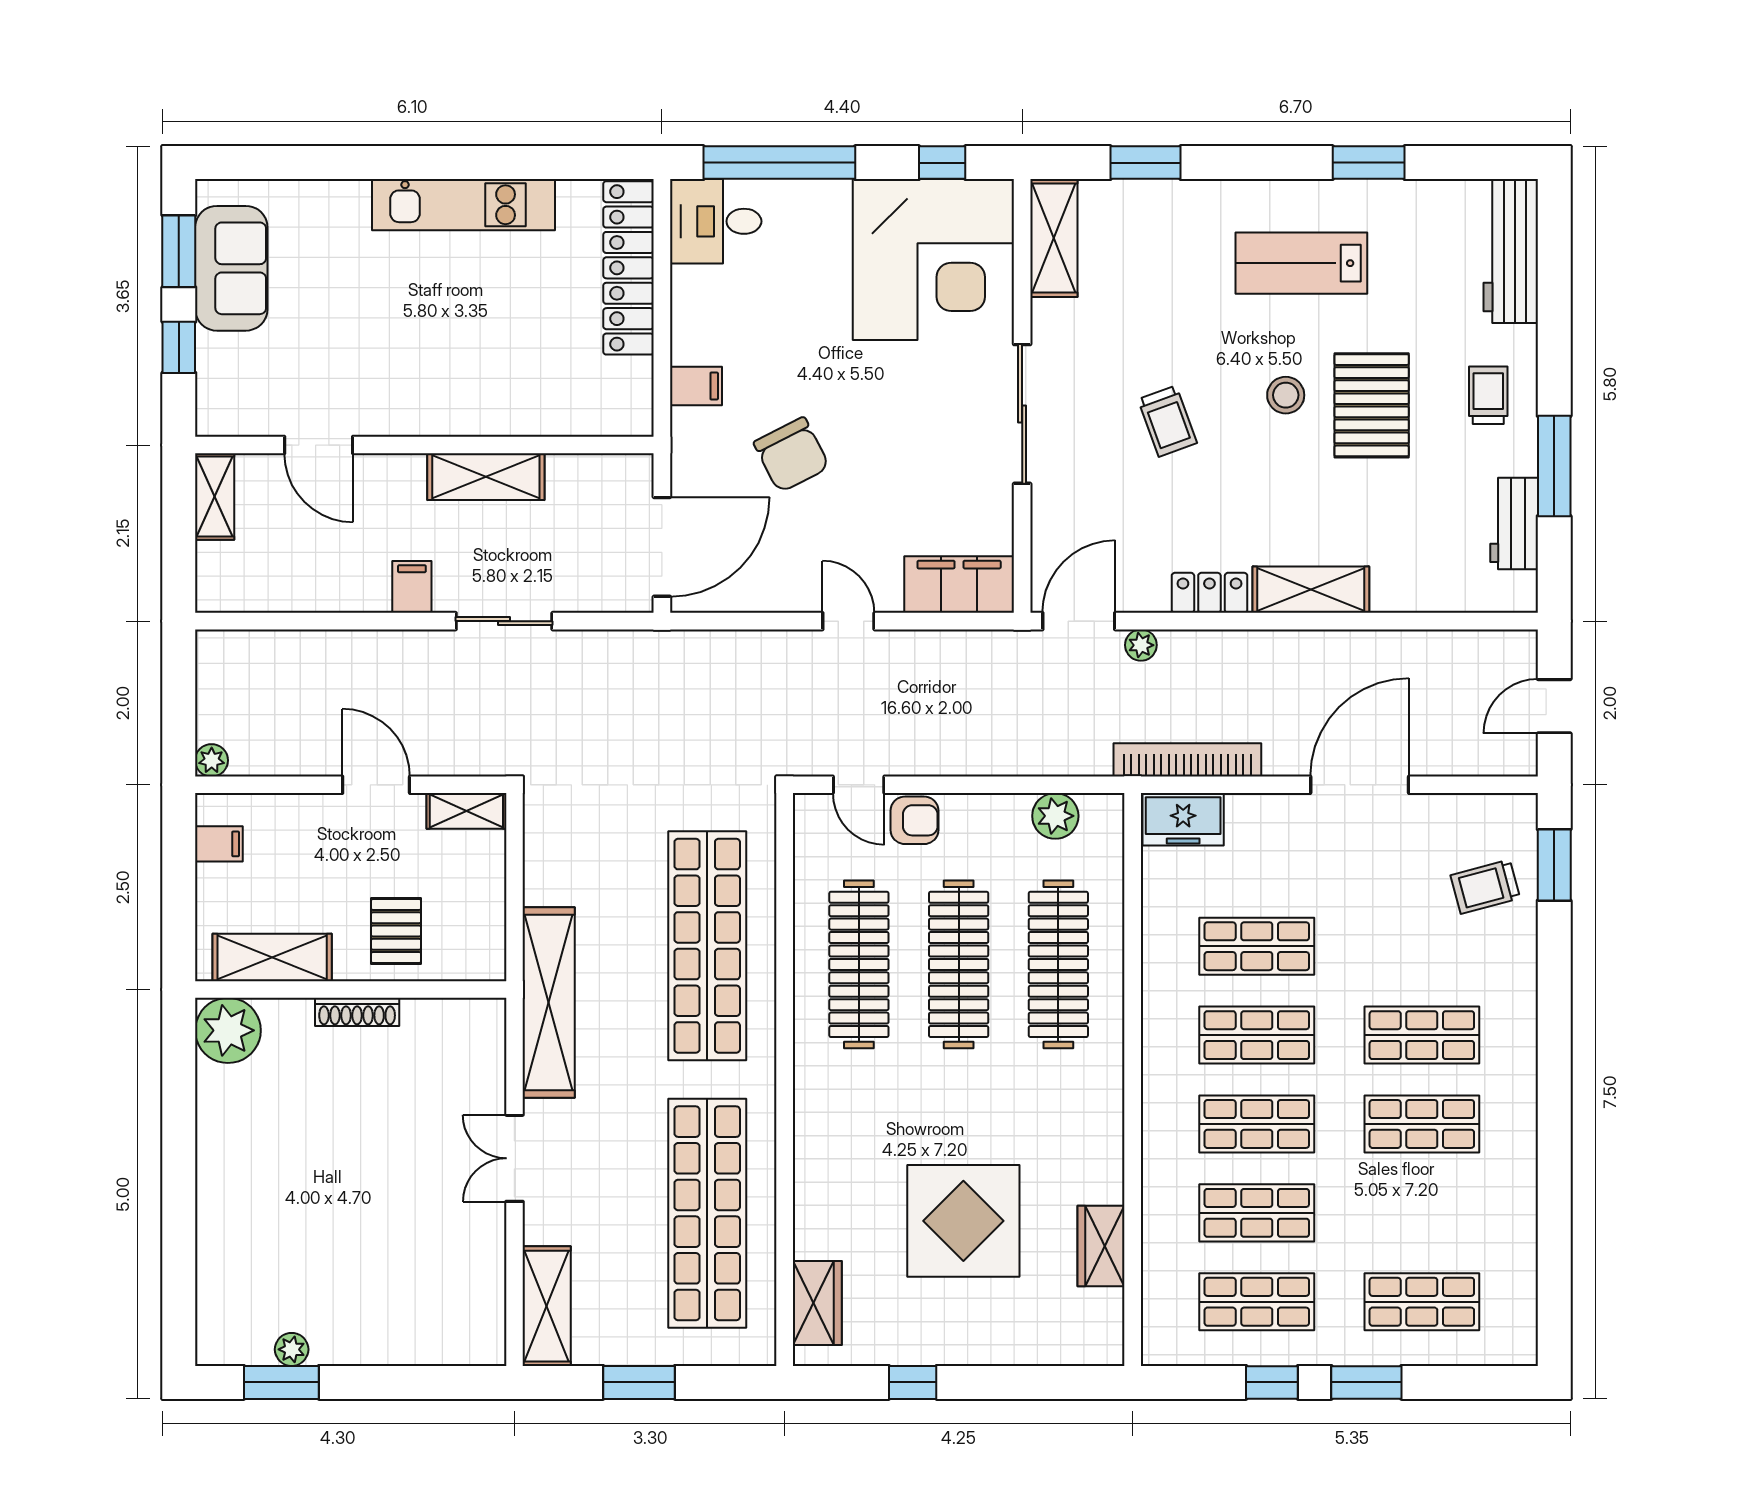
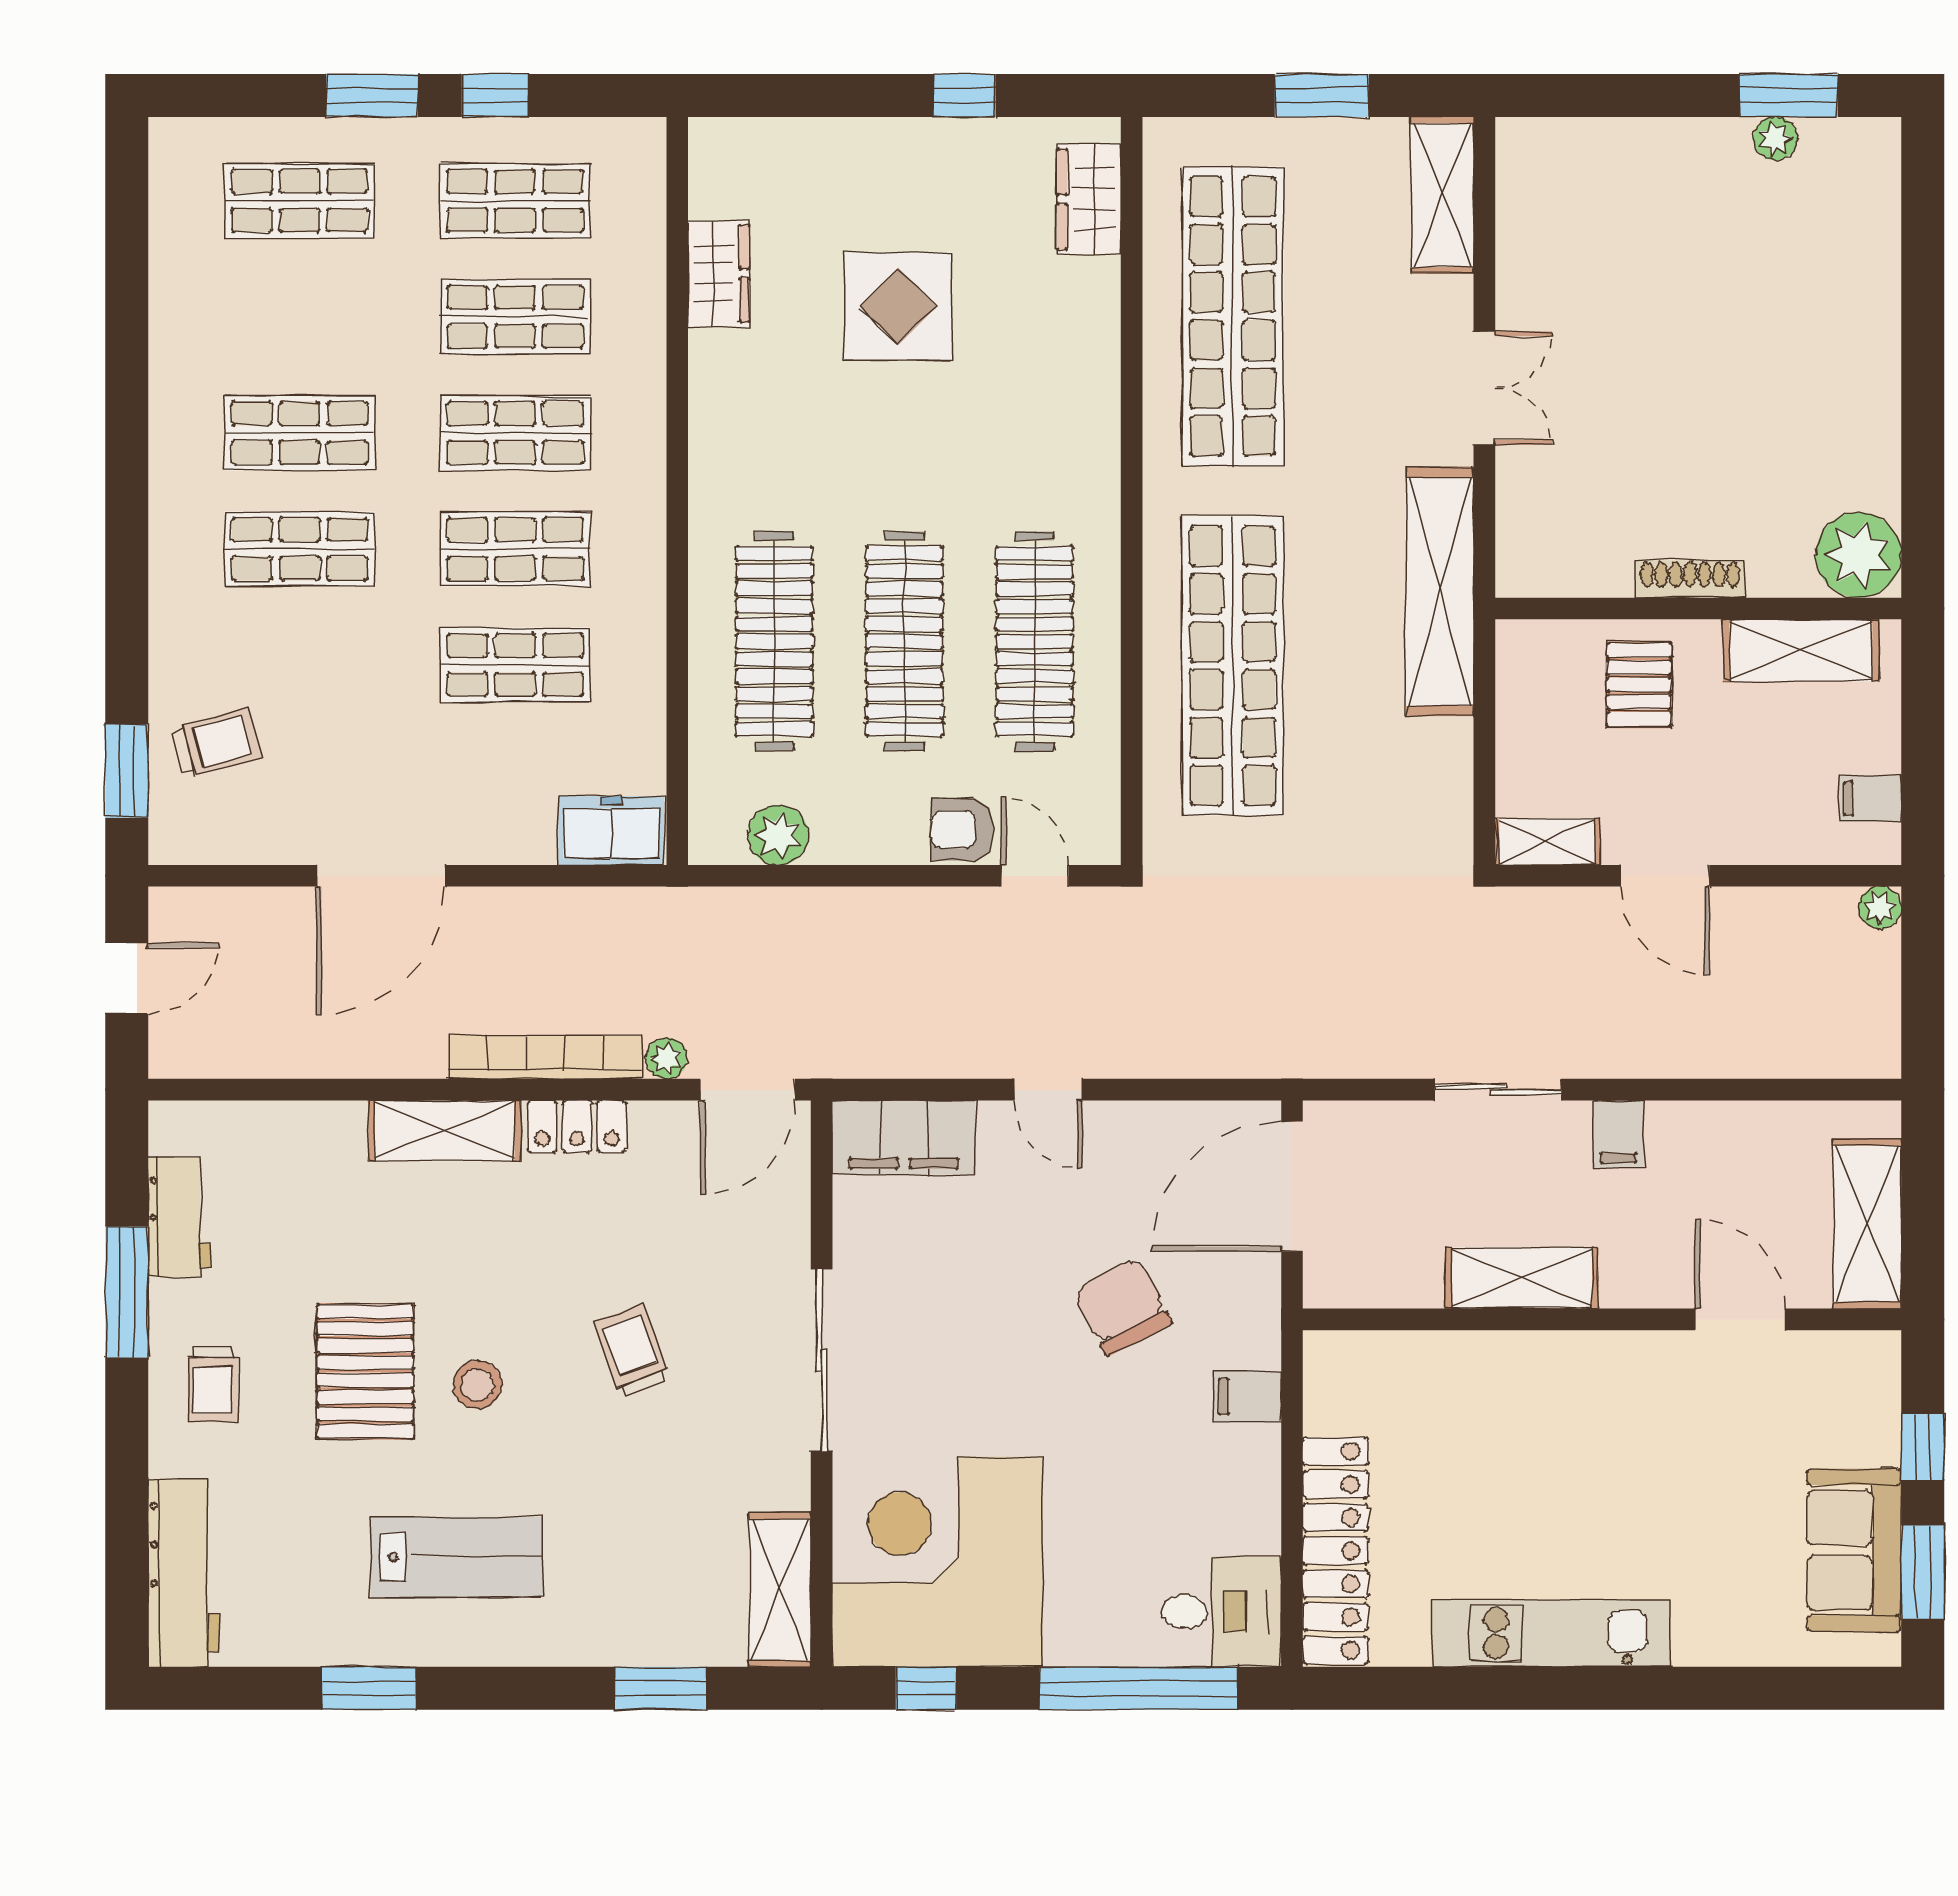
shelving: (215, 497) -> (1867, 1224), width x1.50, depth x1.33
bookcase: (1187, 760) -> (545, 1057), moved, turned 180
display table: (963, 1221) -> (898, 306), width x0.73, depth x0.73

